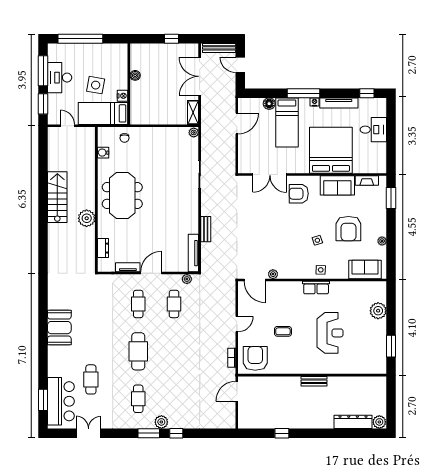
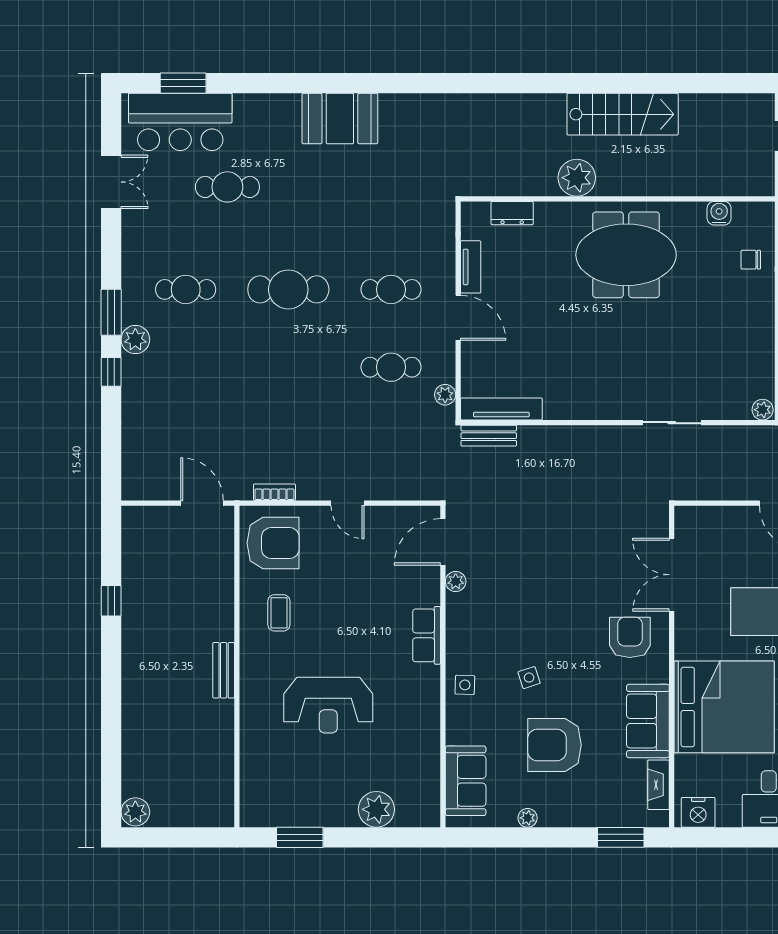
nightstand: (380, 162) -> (698, 812), added
bench: (206, 229) -> (489, 436), moved
row of seats: (316, 288) -> (427, 635), moved
coffee table: (283, 331) -> (279, 613), moved
dresser: (353, 422) -> (136, 755), removed

